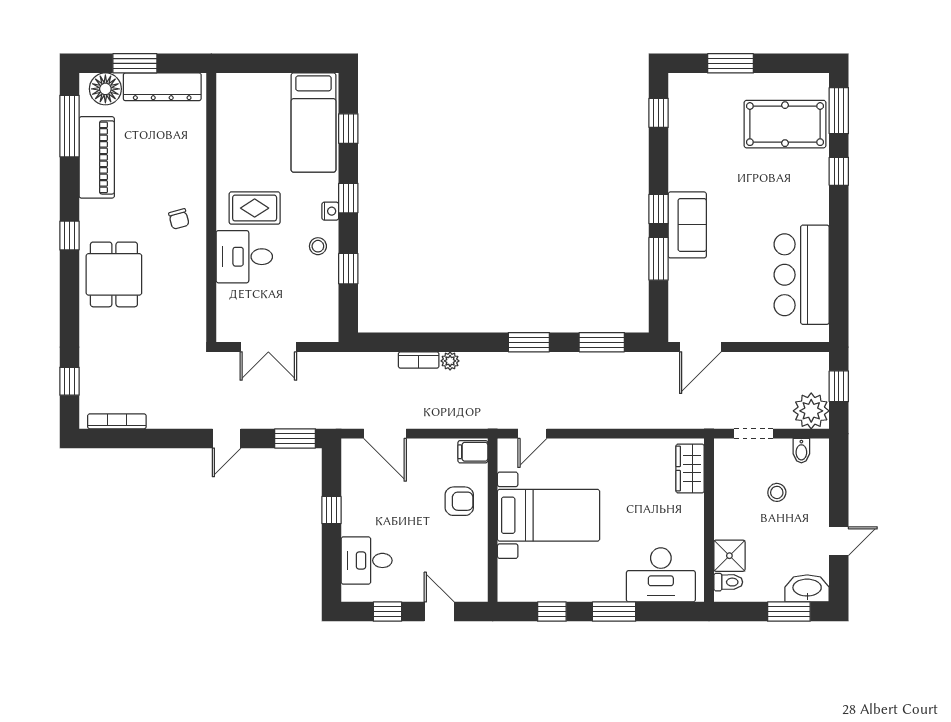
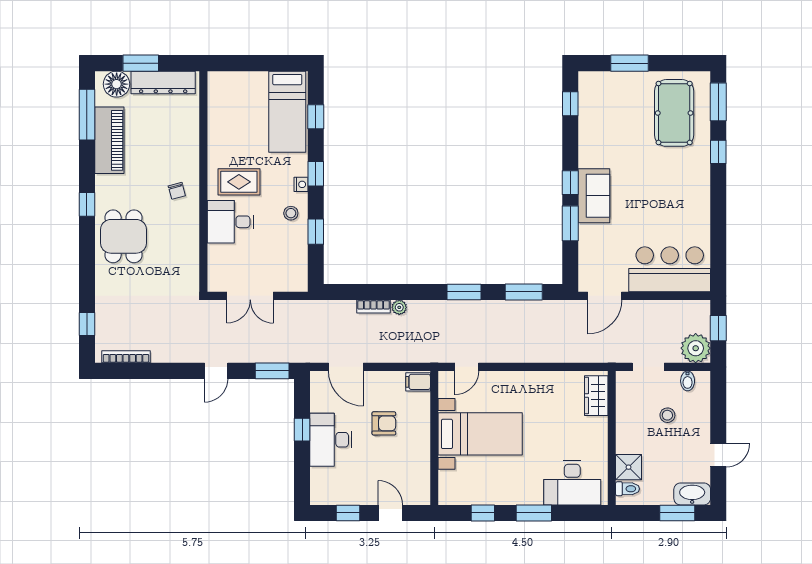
pool table: (785, 124) -> (674, 113), turned 90
bar counter: (802, 275) -> (670, 269), moved, turned 90
armchair: (459, 501) -> (384, 423), moved
desk: (367, 560) -> (331, 440), moved, width x1.37

